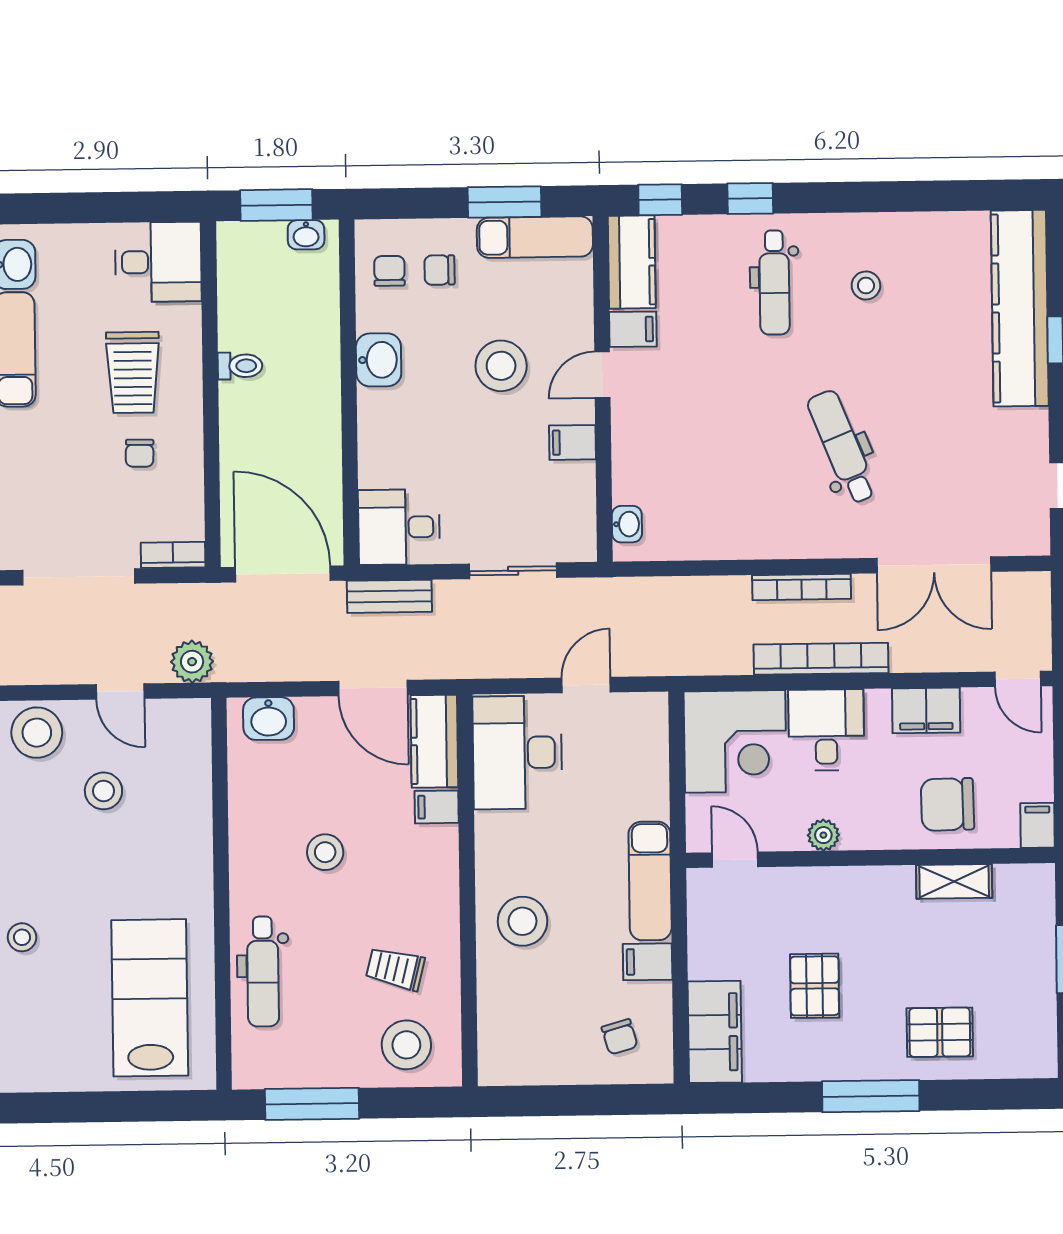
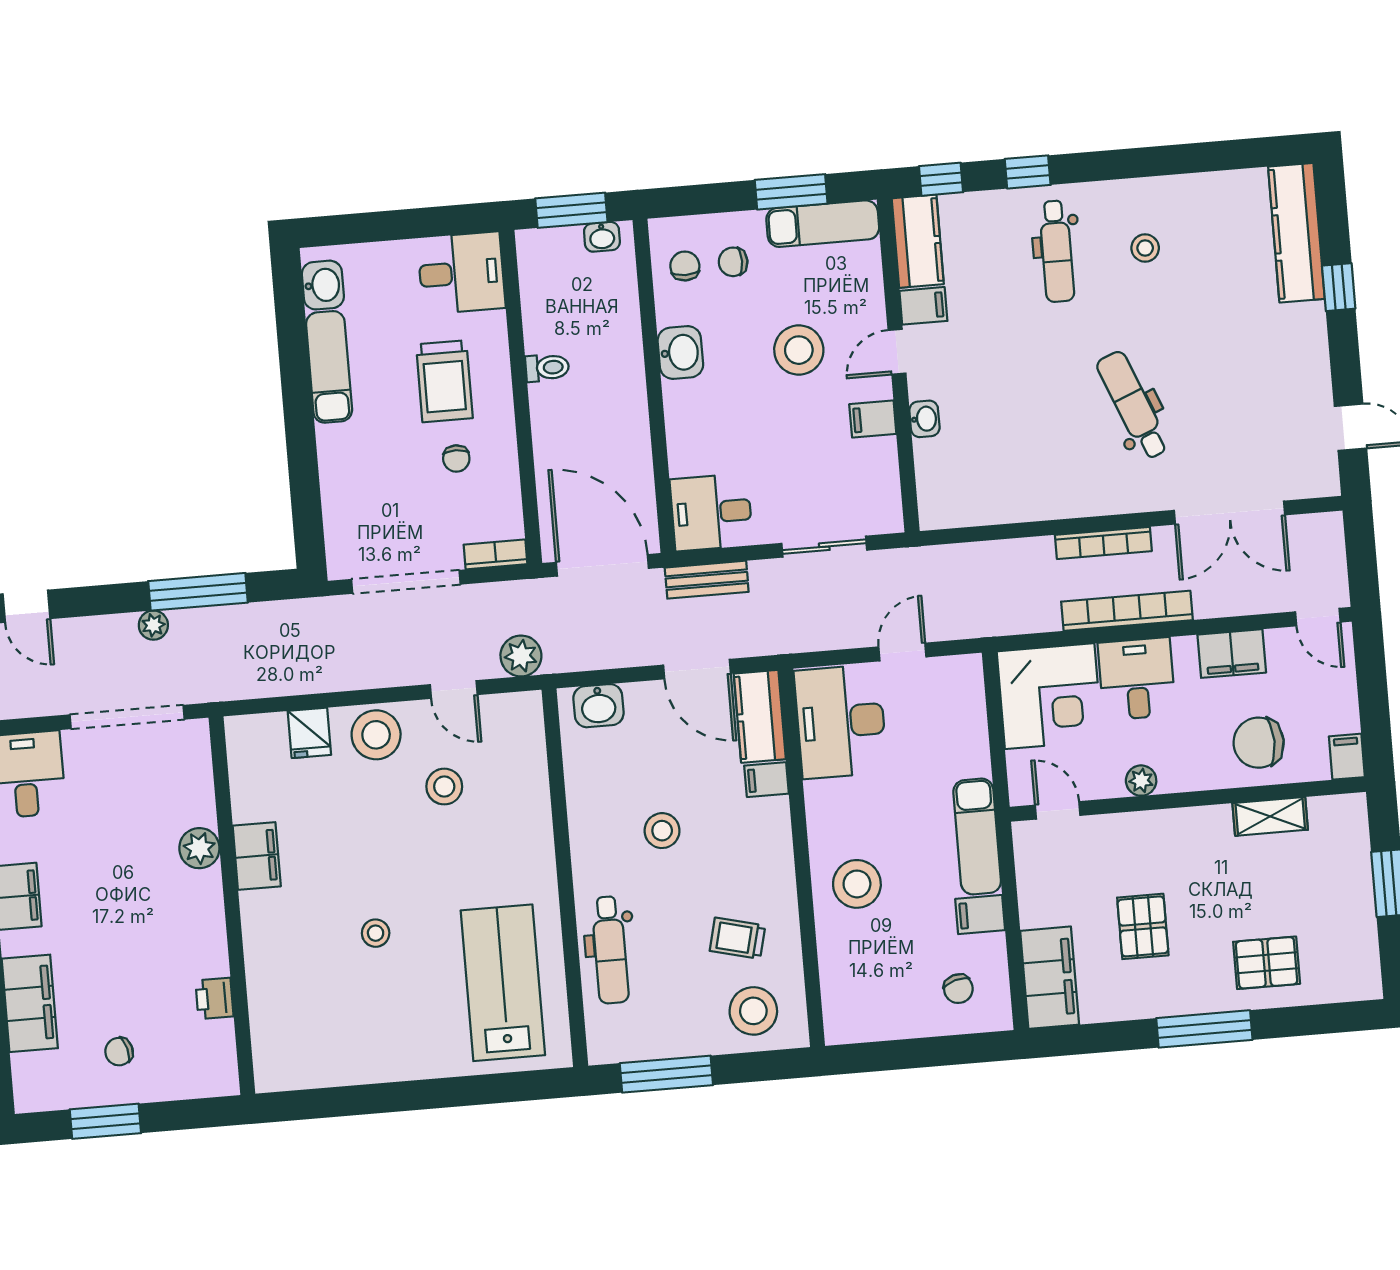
kitchen counter: (1020, 308) -> (1296, 233), width x0.72, depth x0.86
washbasin: (627, 524) -> (924, 419), moved

